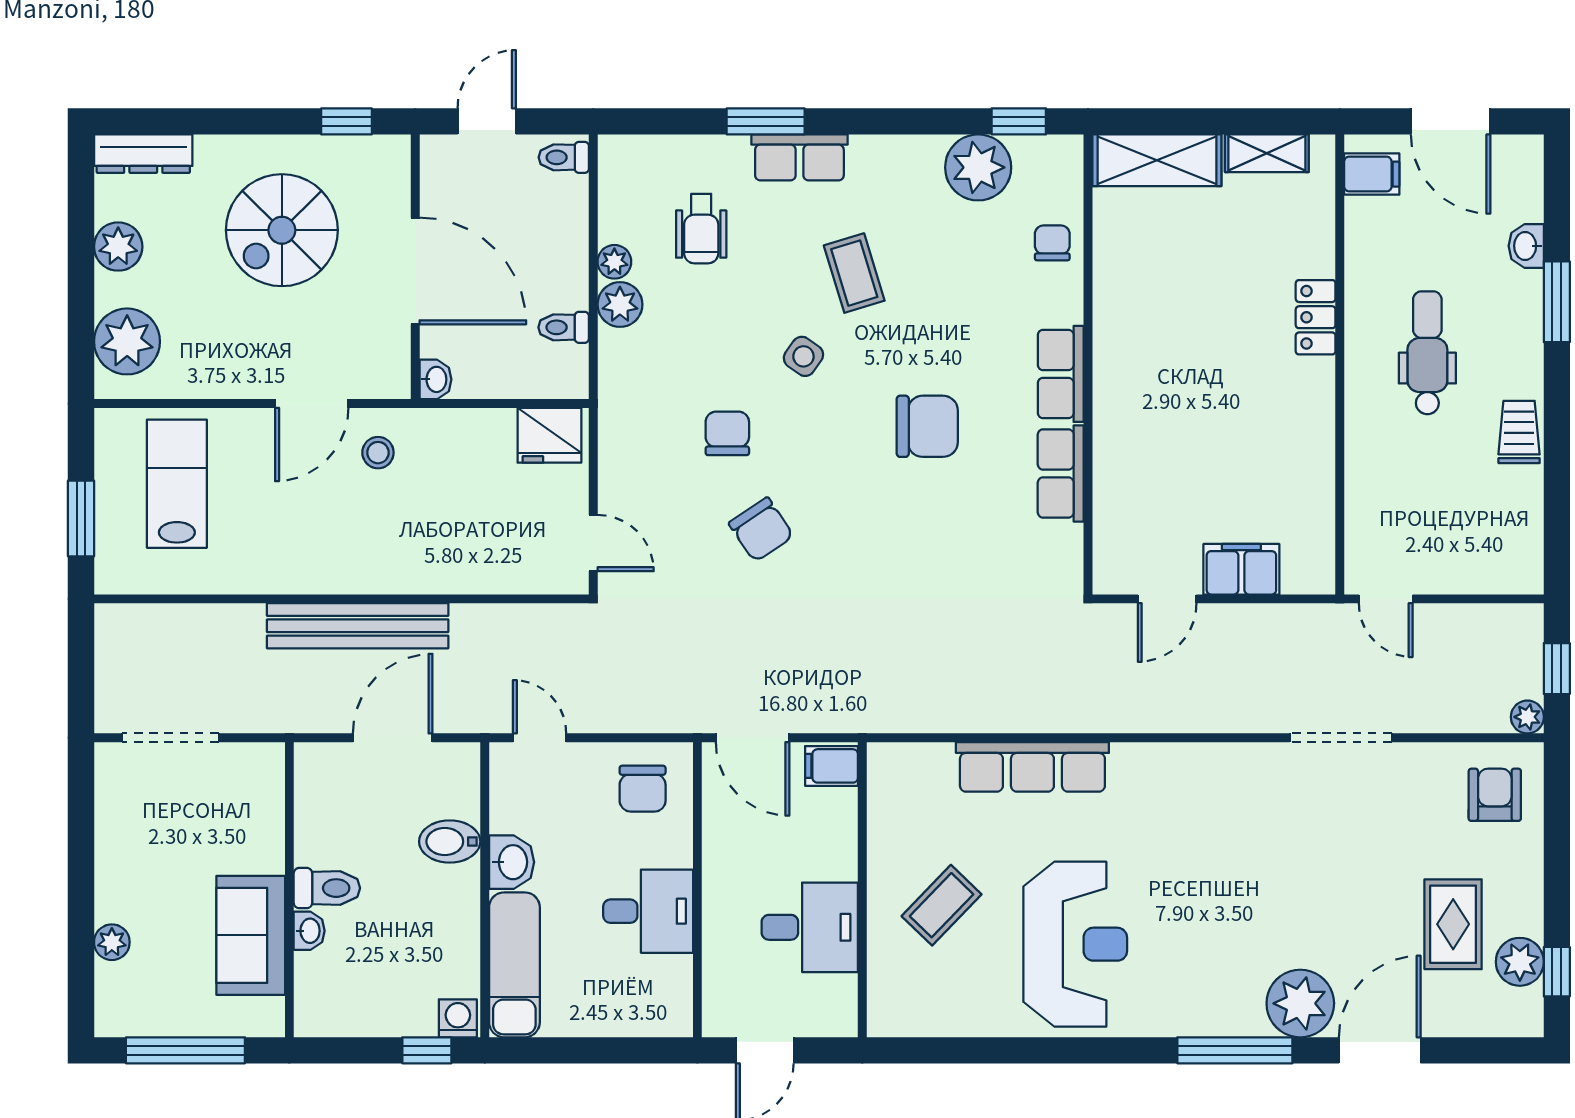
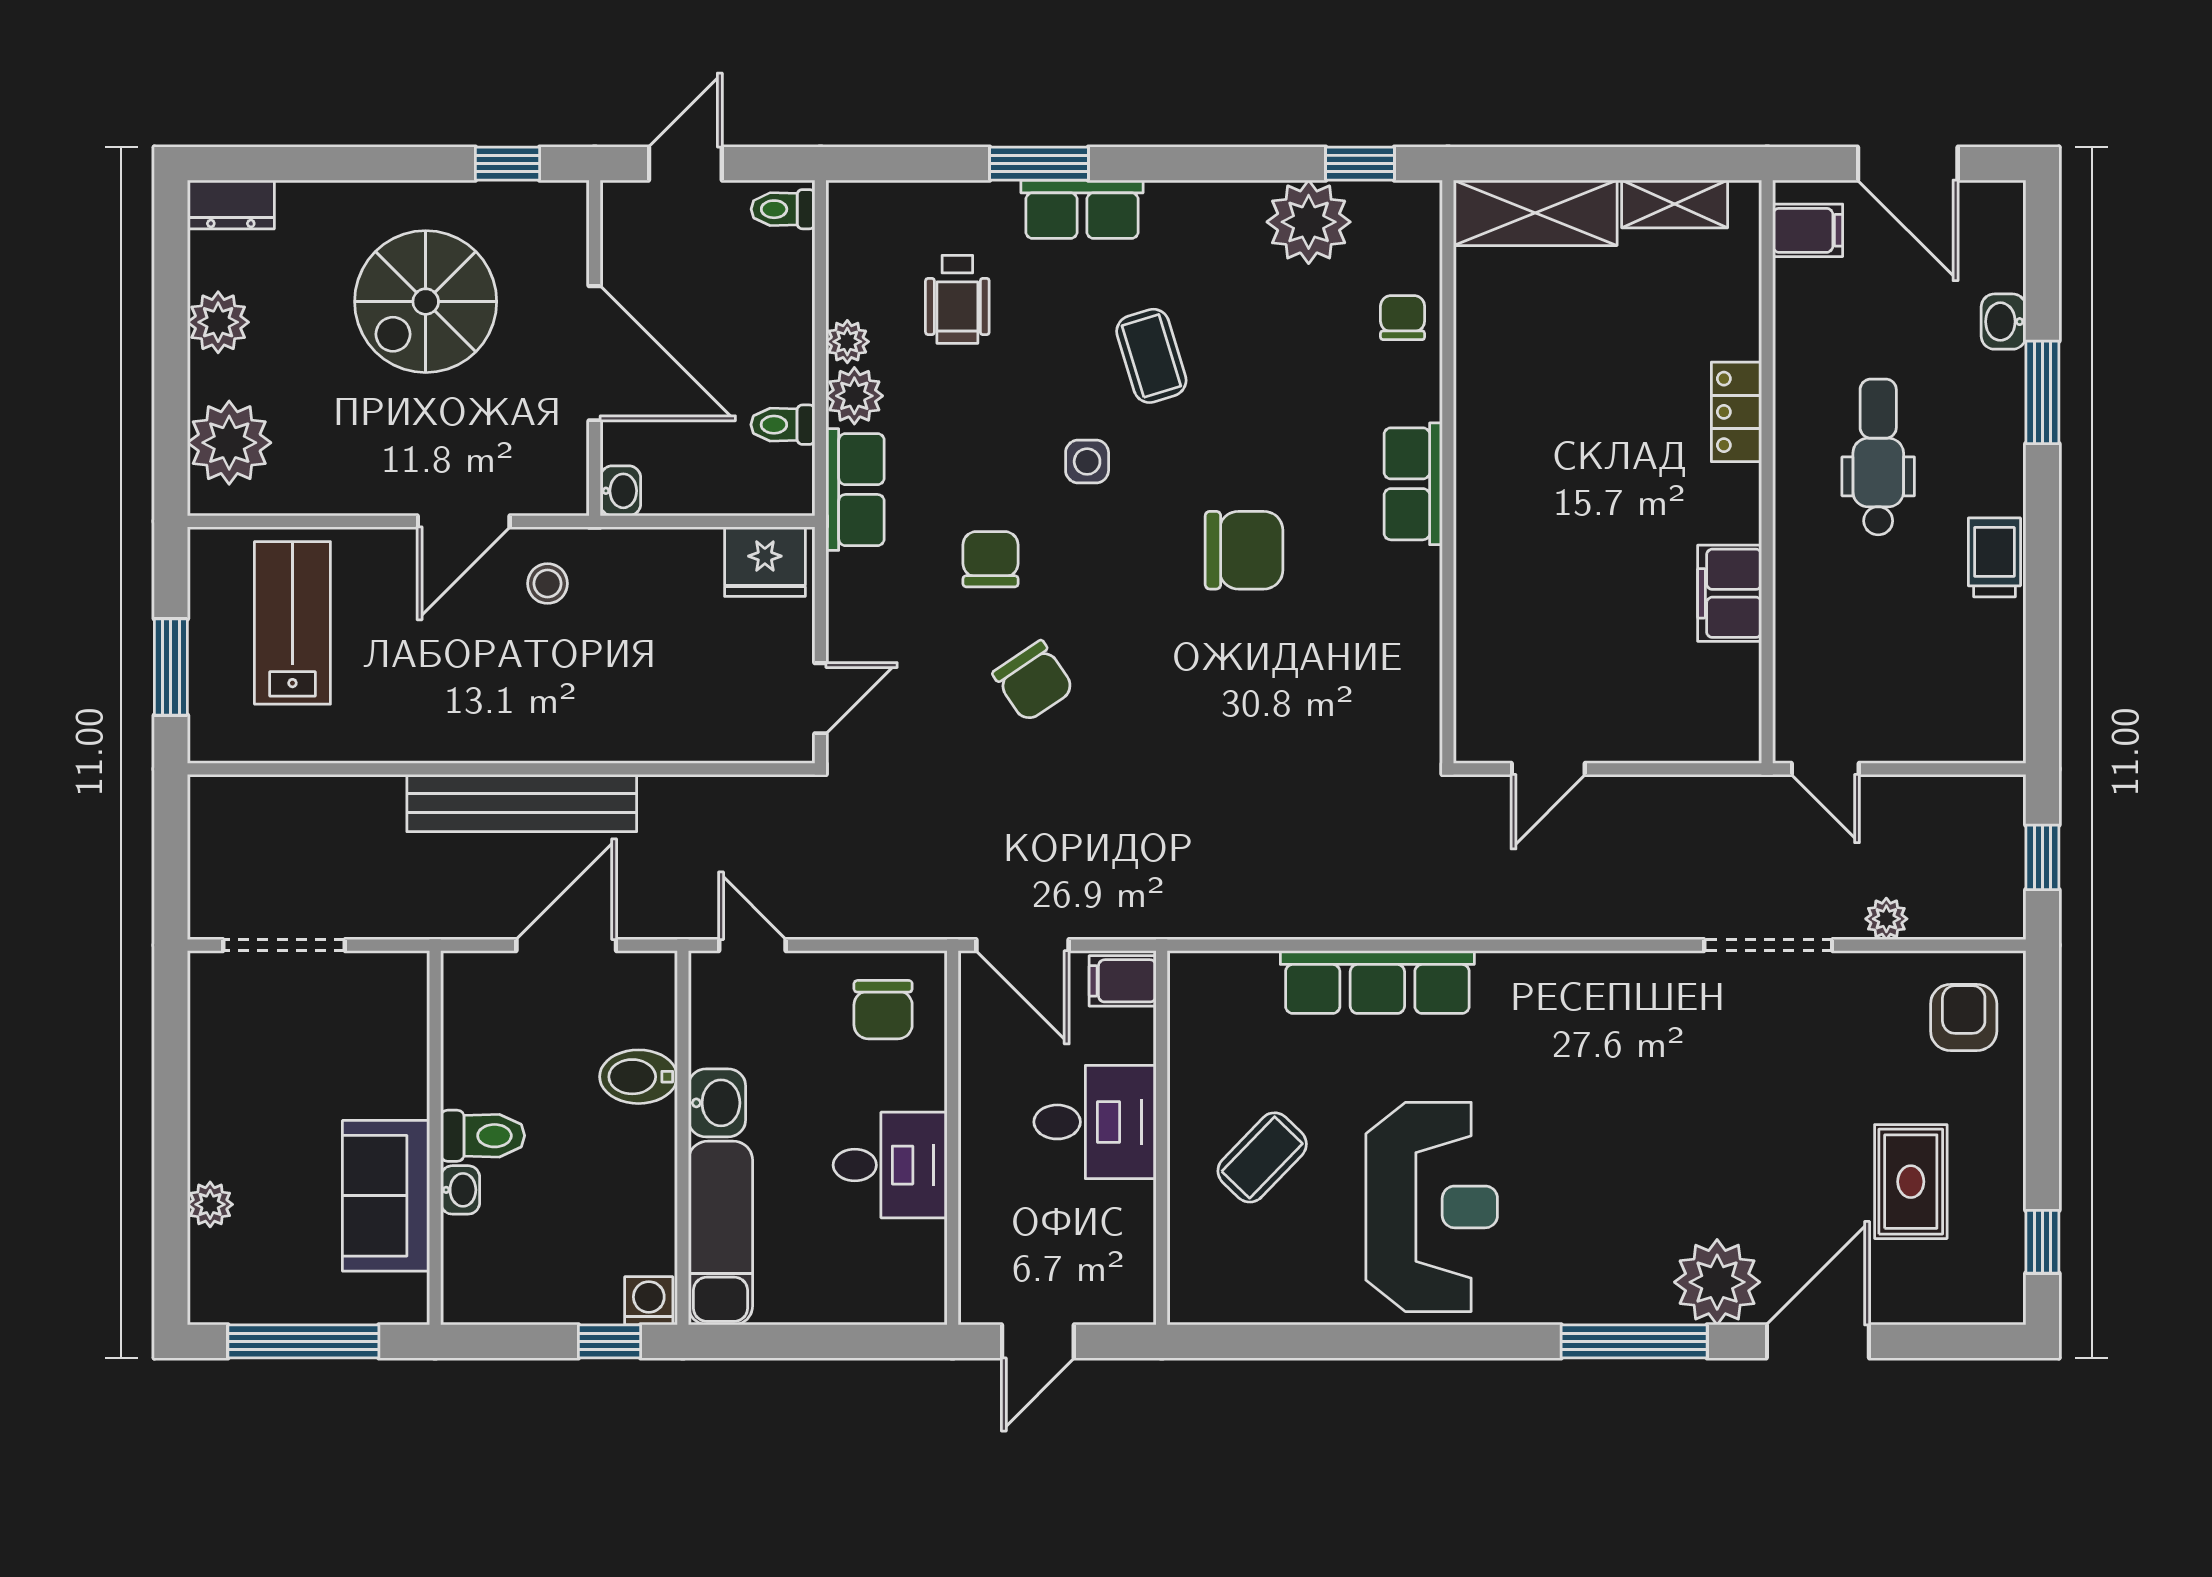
dresser: (143, 154) -> (231, 204), width x0.70
side table: (803, 356) -> (1087, 462), turned -35
row of seats: (1061, 473) -> (855, 490), moved, turned 180
door: (593, 543) -> (820, 698), hinge flipped
filing cabinet: (1241, 569) -> (1730, 593), moved, turned -90
plant: (1527, 717) -> (1886, 919), moved
desk: (810, 927) -> (1095, 1122), moved
plant: (1520, 962) -> (1995, 1229), removed

